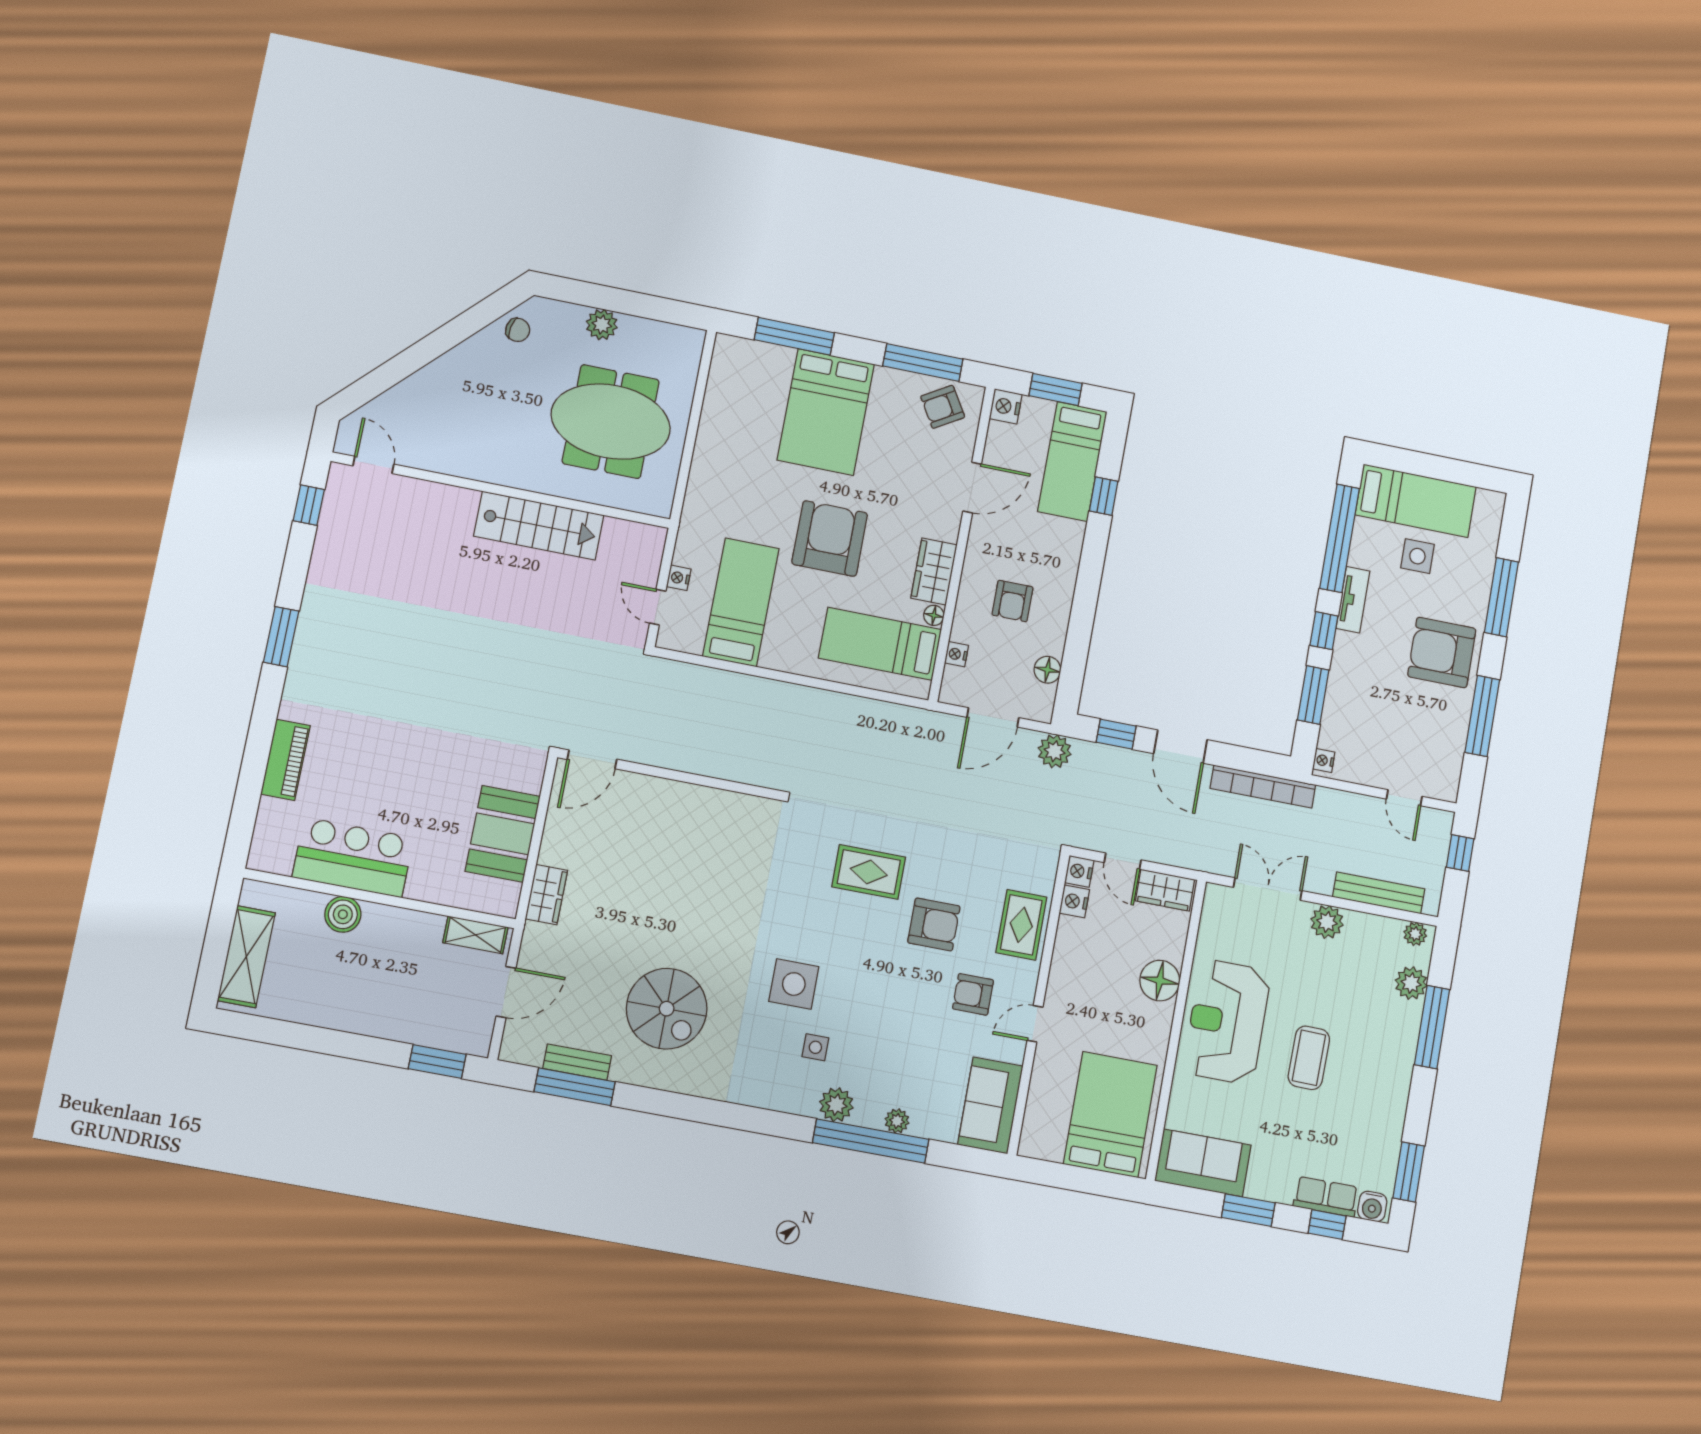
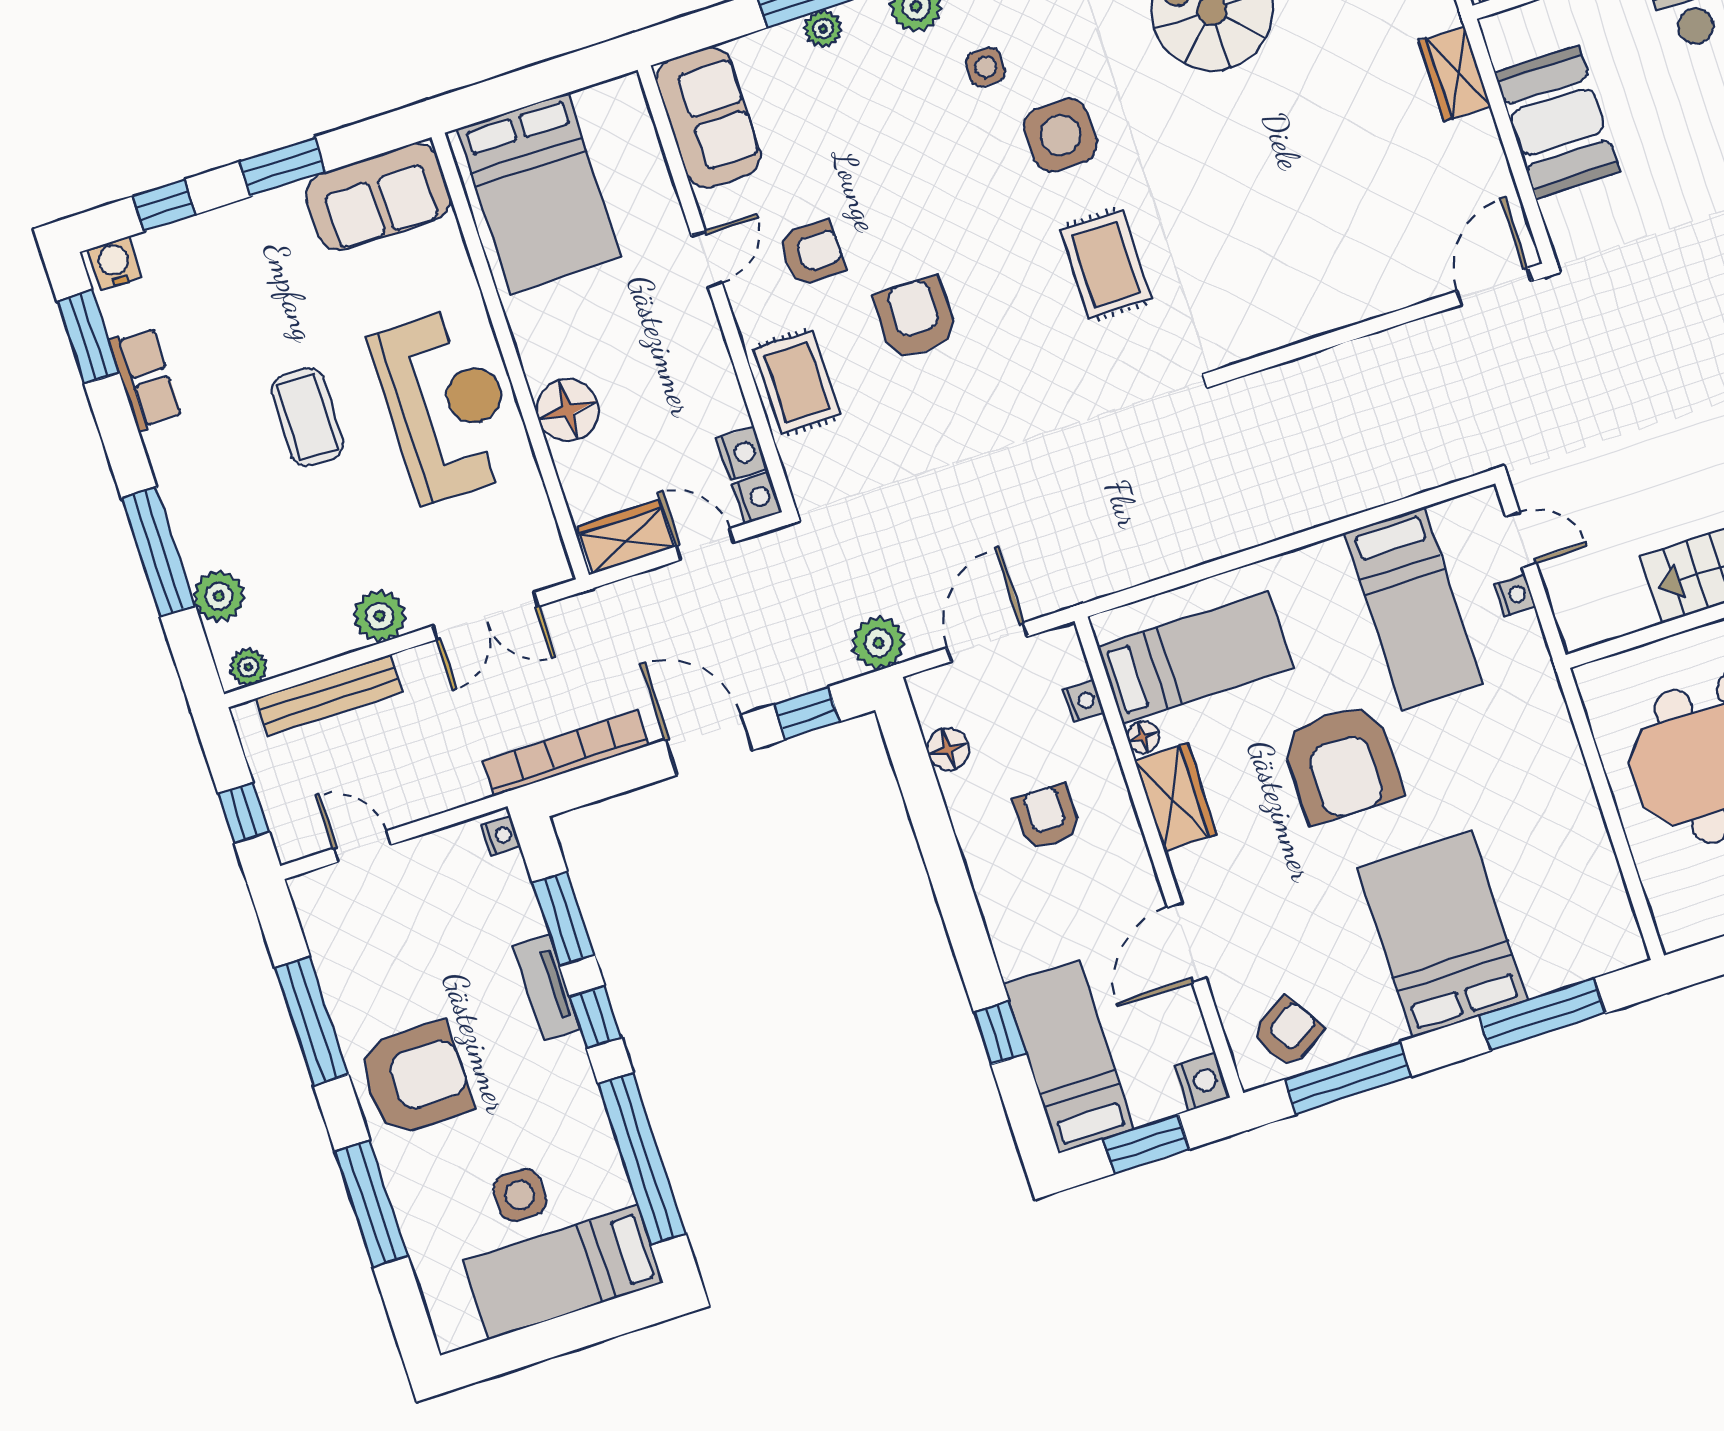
tv unit: (1353, 600) -> (547, 987), moved
rug: (869, 872) -> (1106, 264), moved, turned 90
armchair: (934, 924) -> (916, 318), turned 90
row of seats: (1326, 1197) -> (145, 379), moved, turned -90

